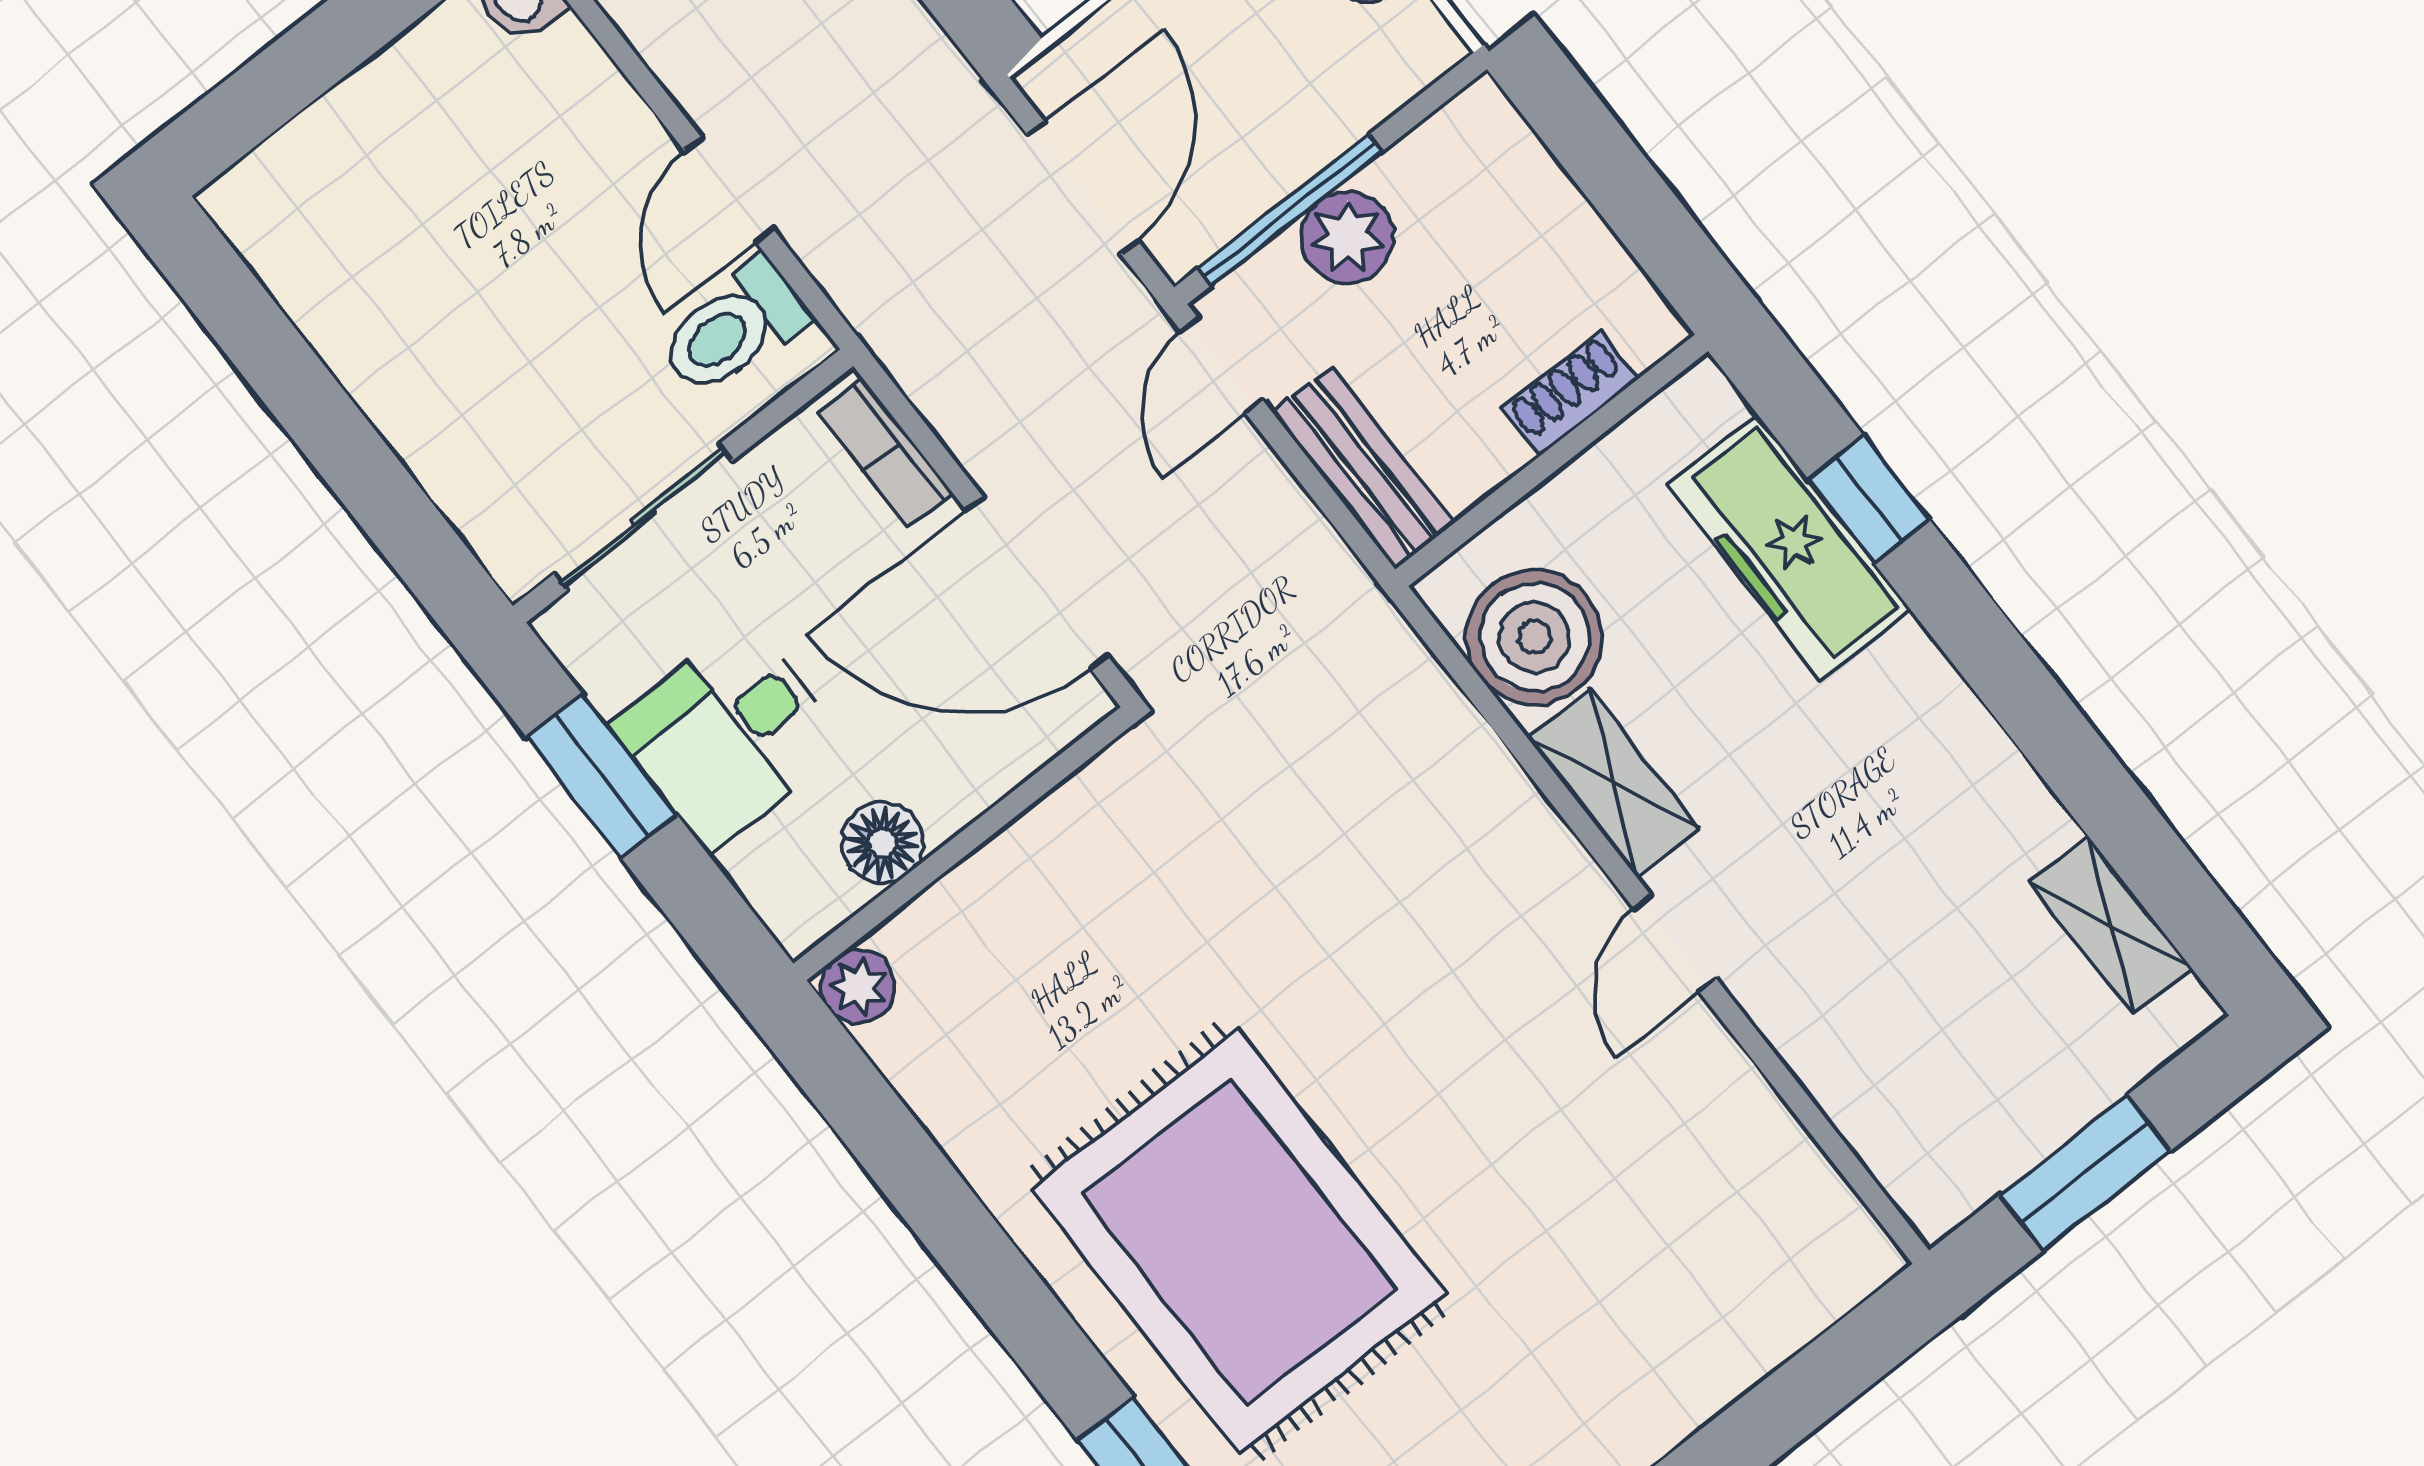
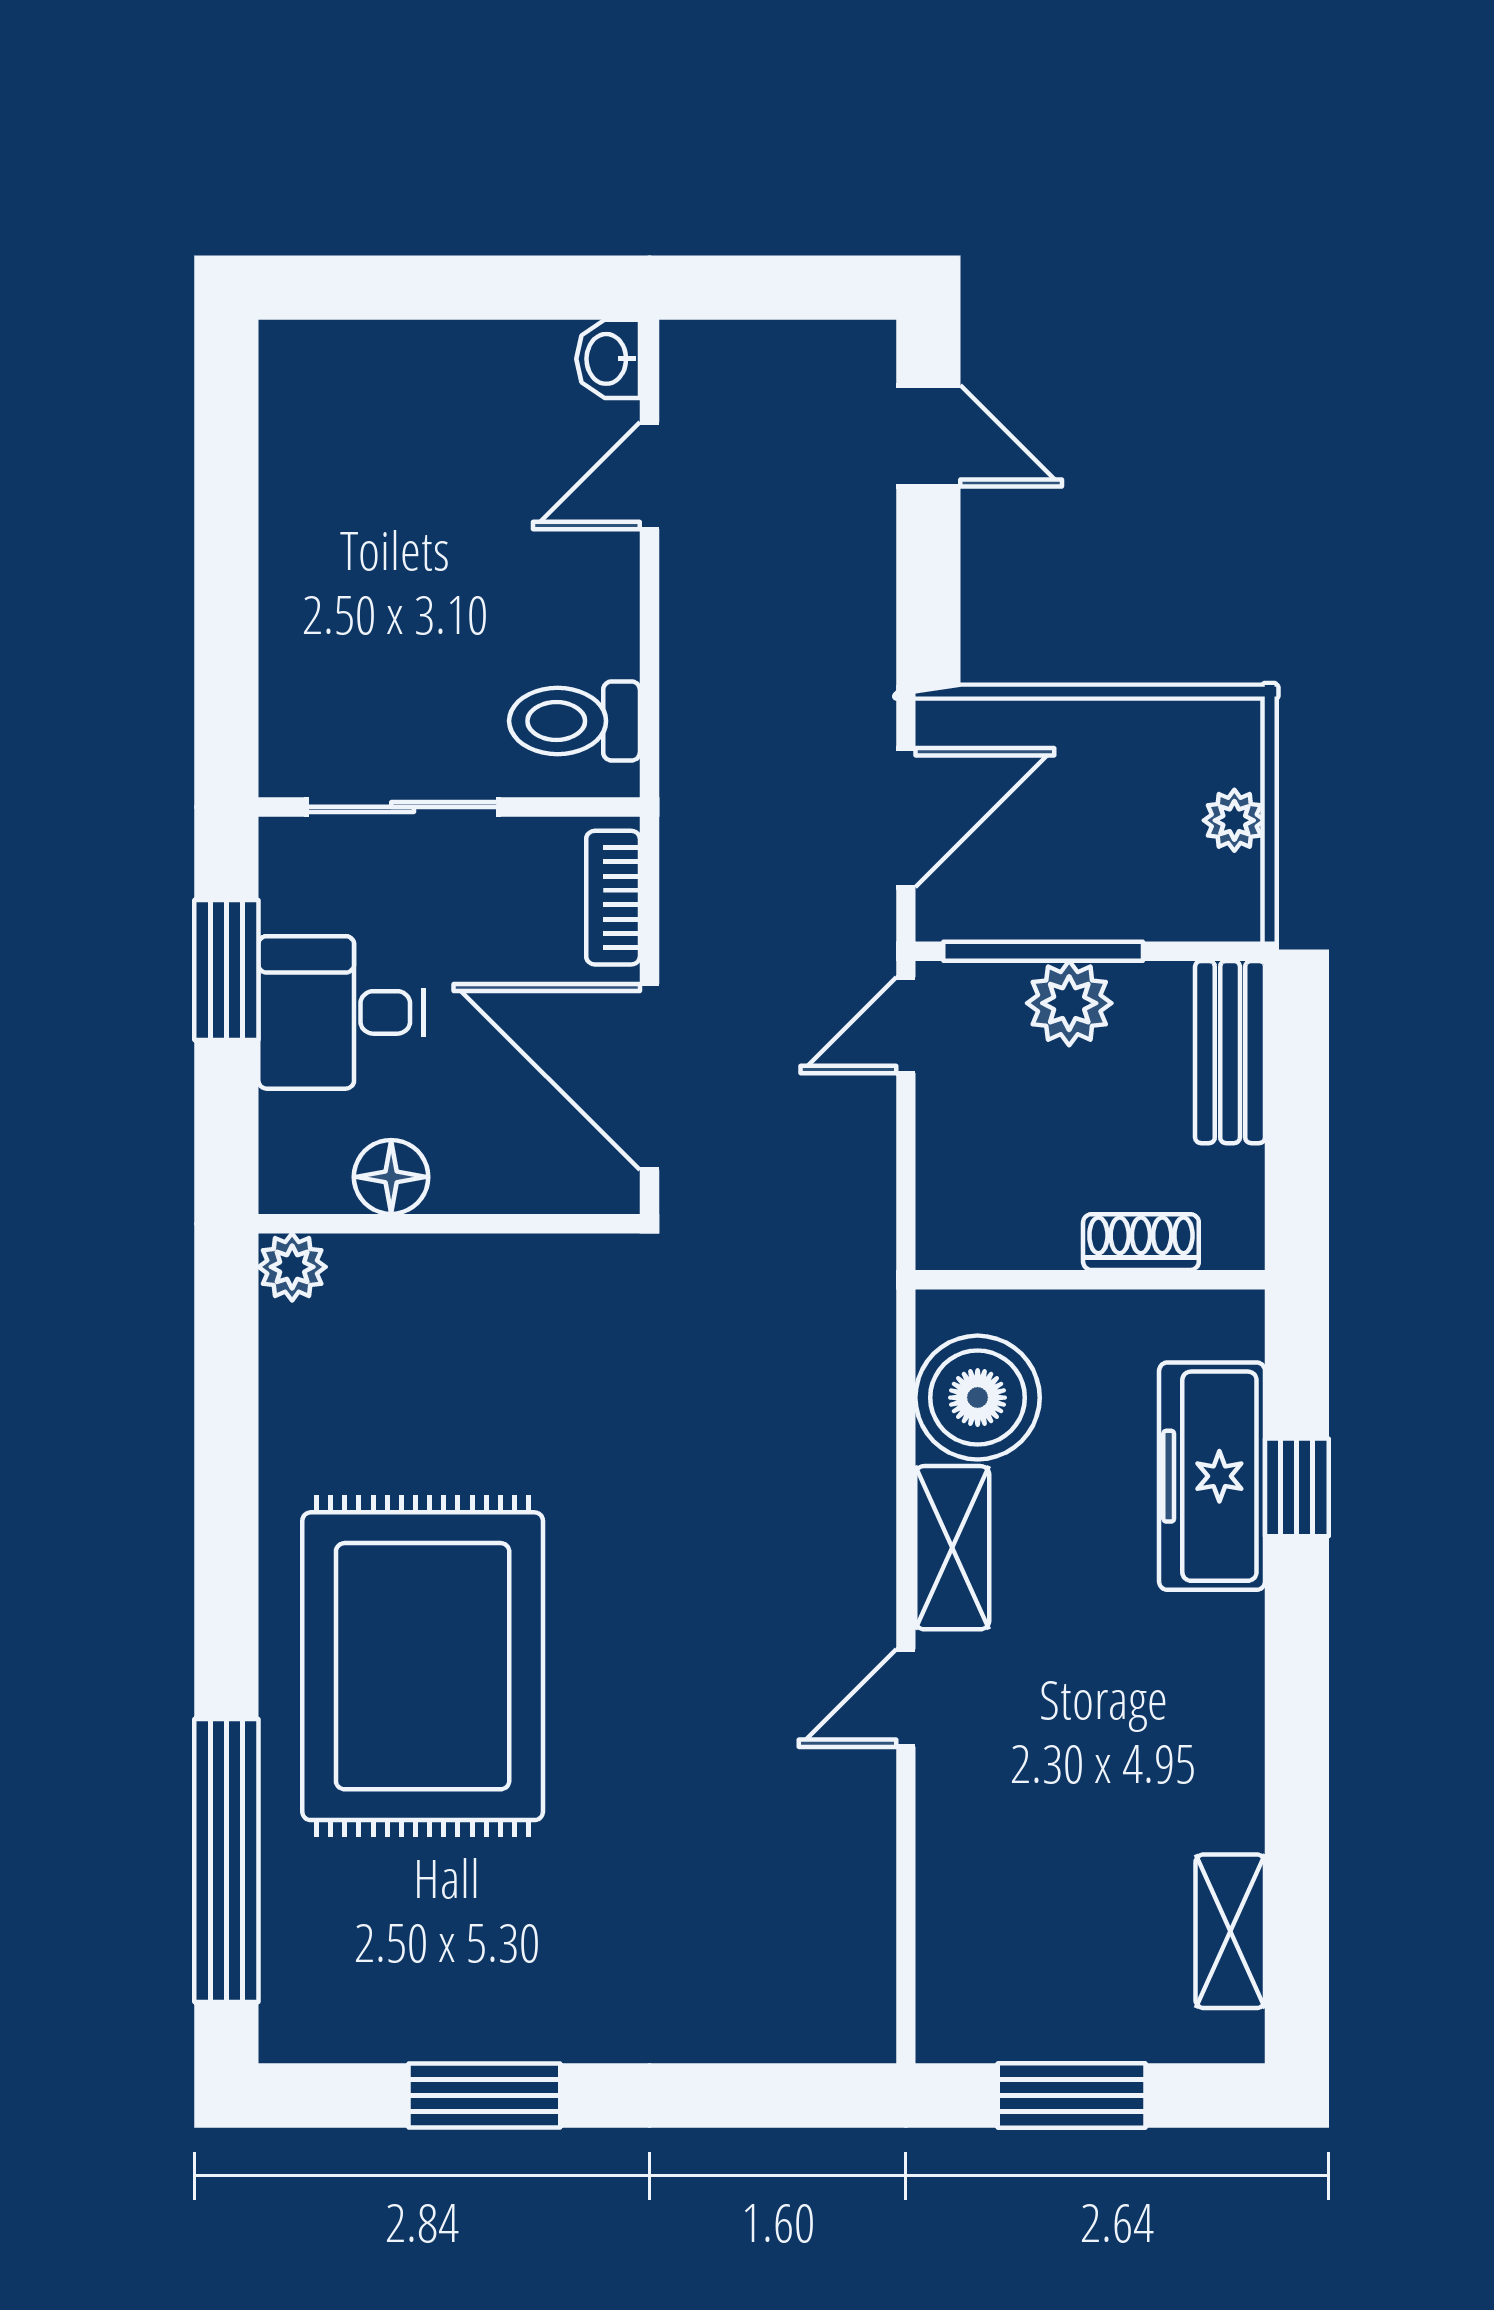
door: (729, 190) -> (649, 476), moved
bench: (1363, 467) -> (1230, 1052), moved

